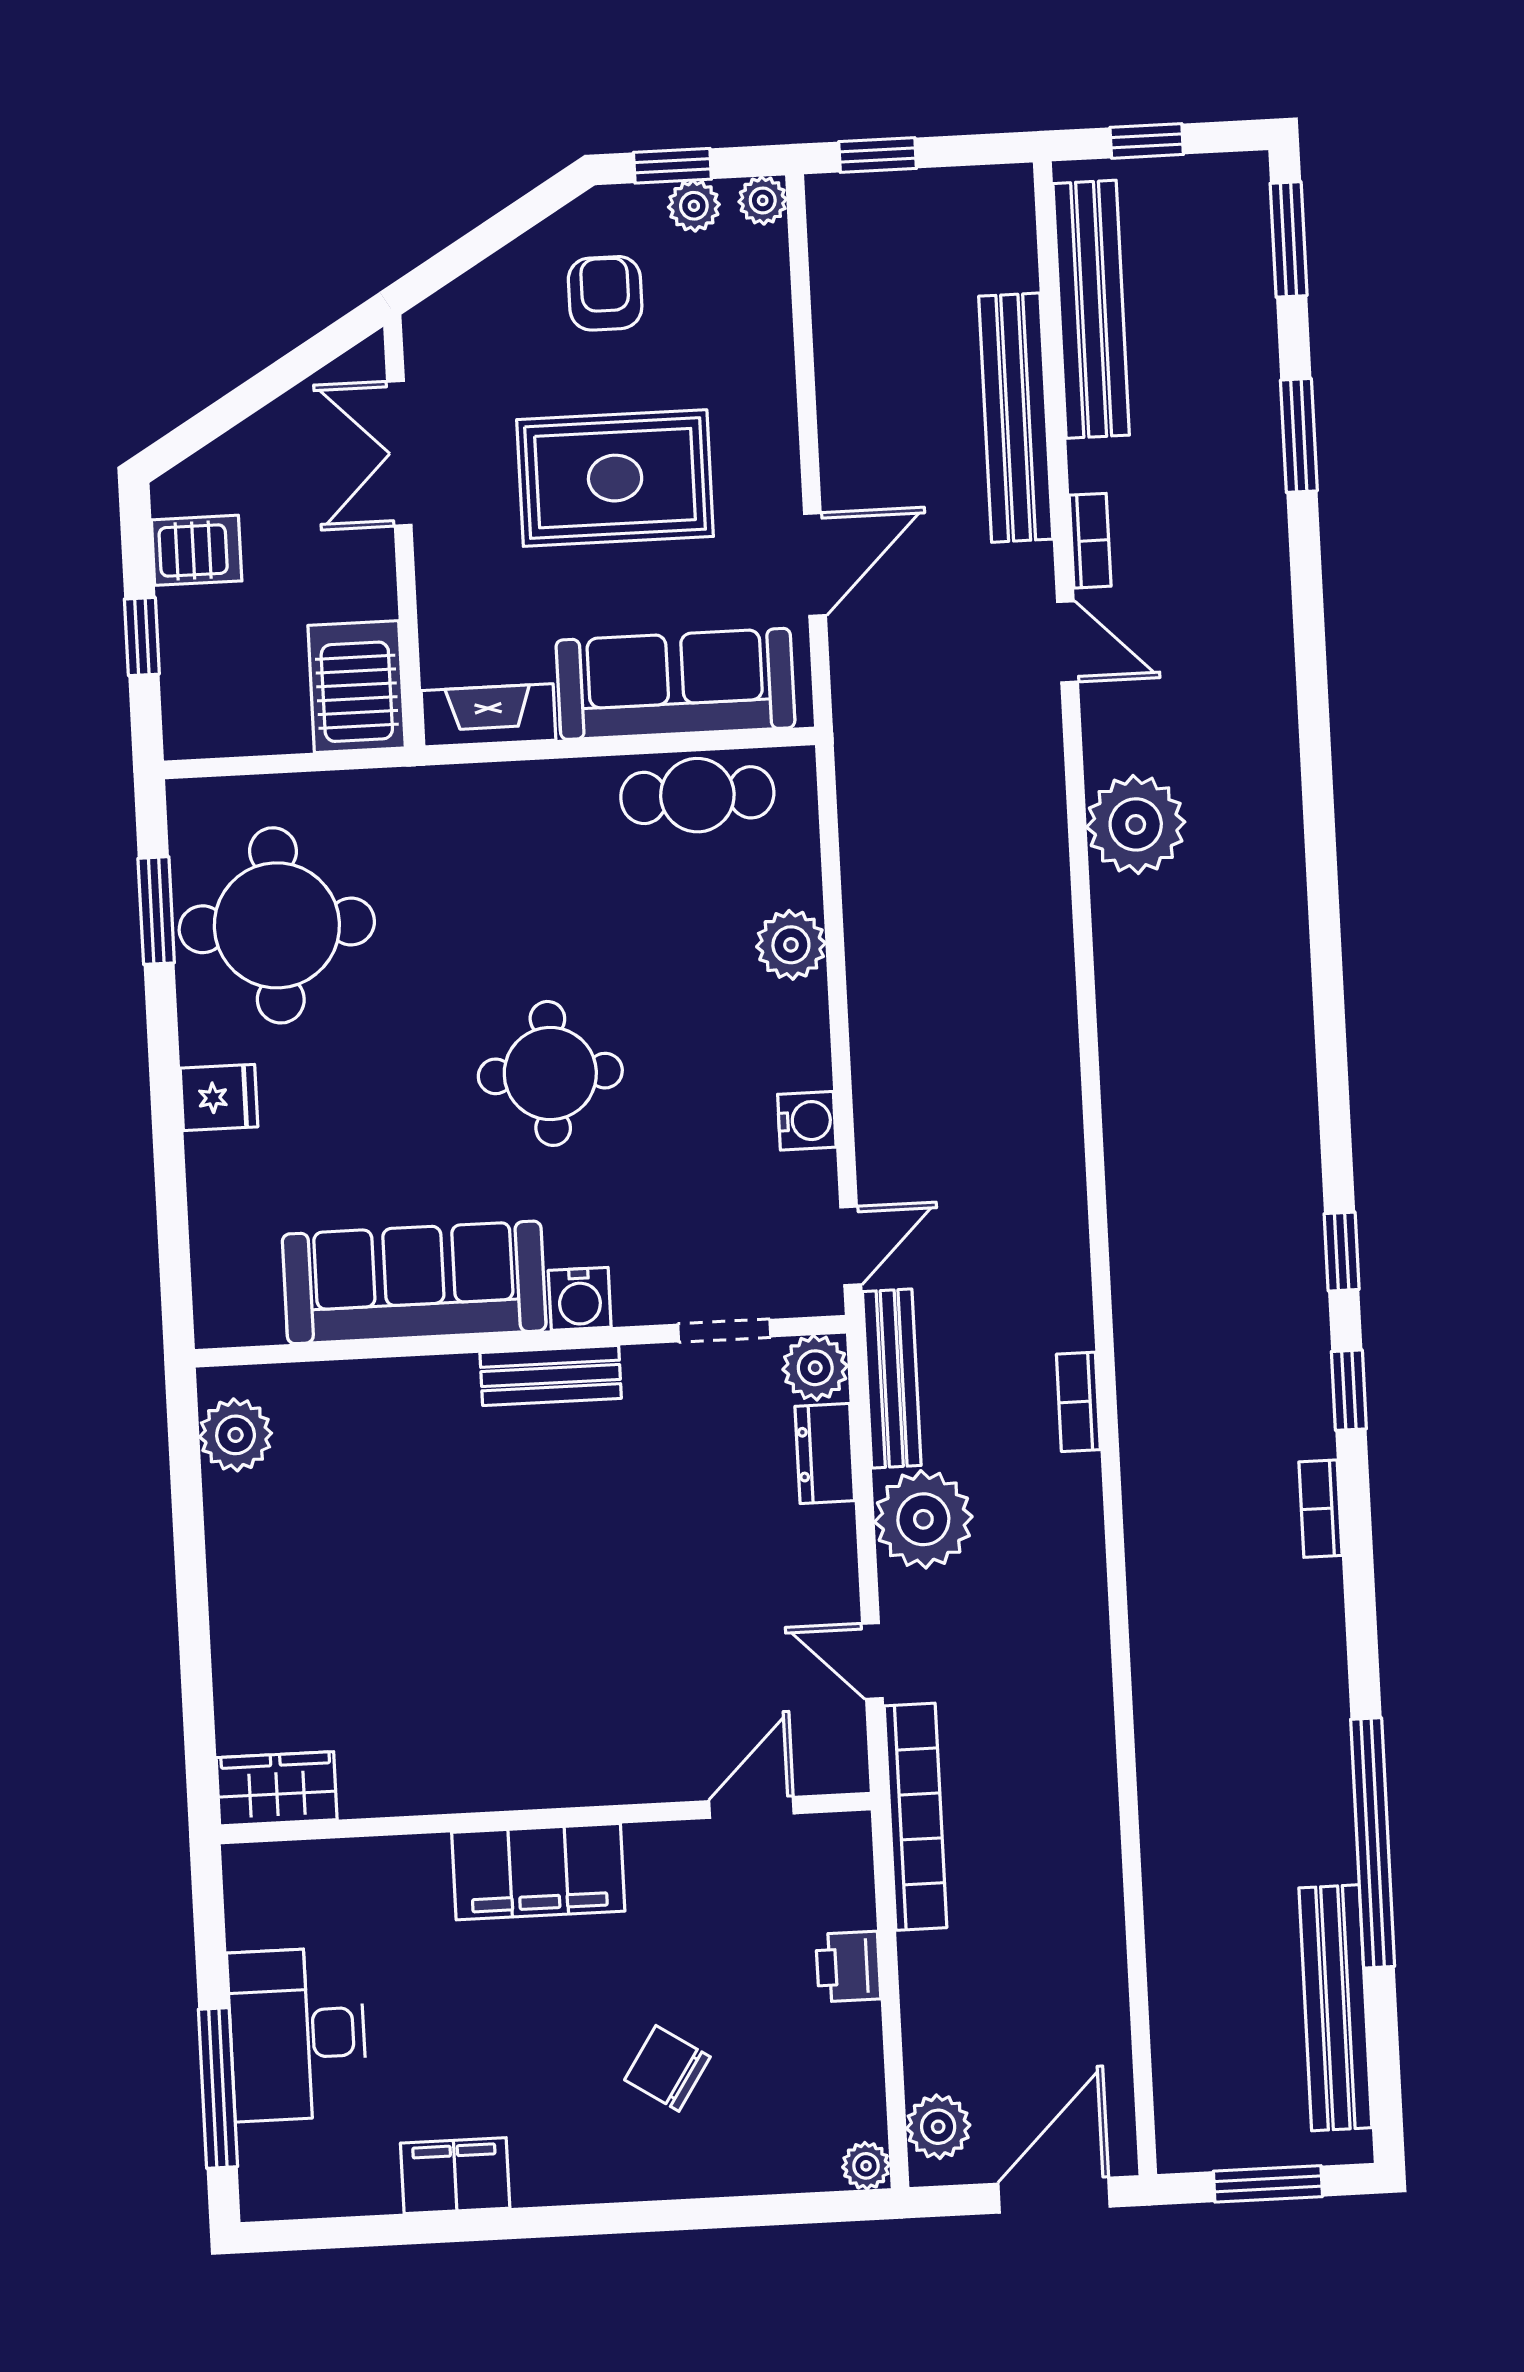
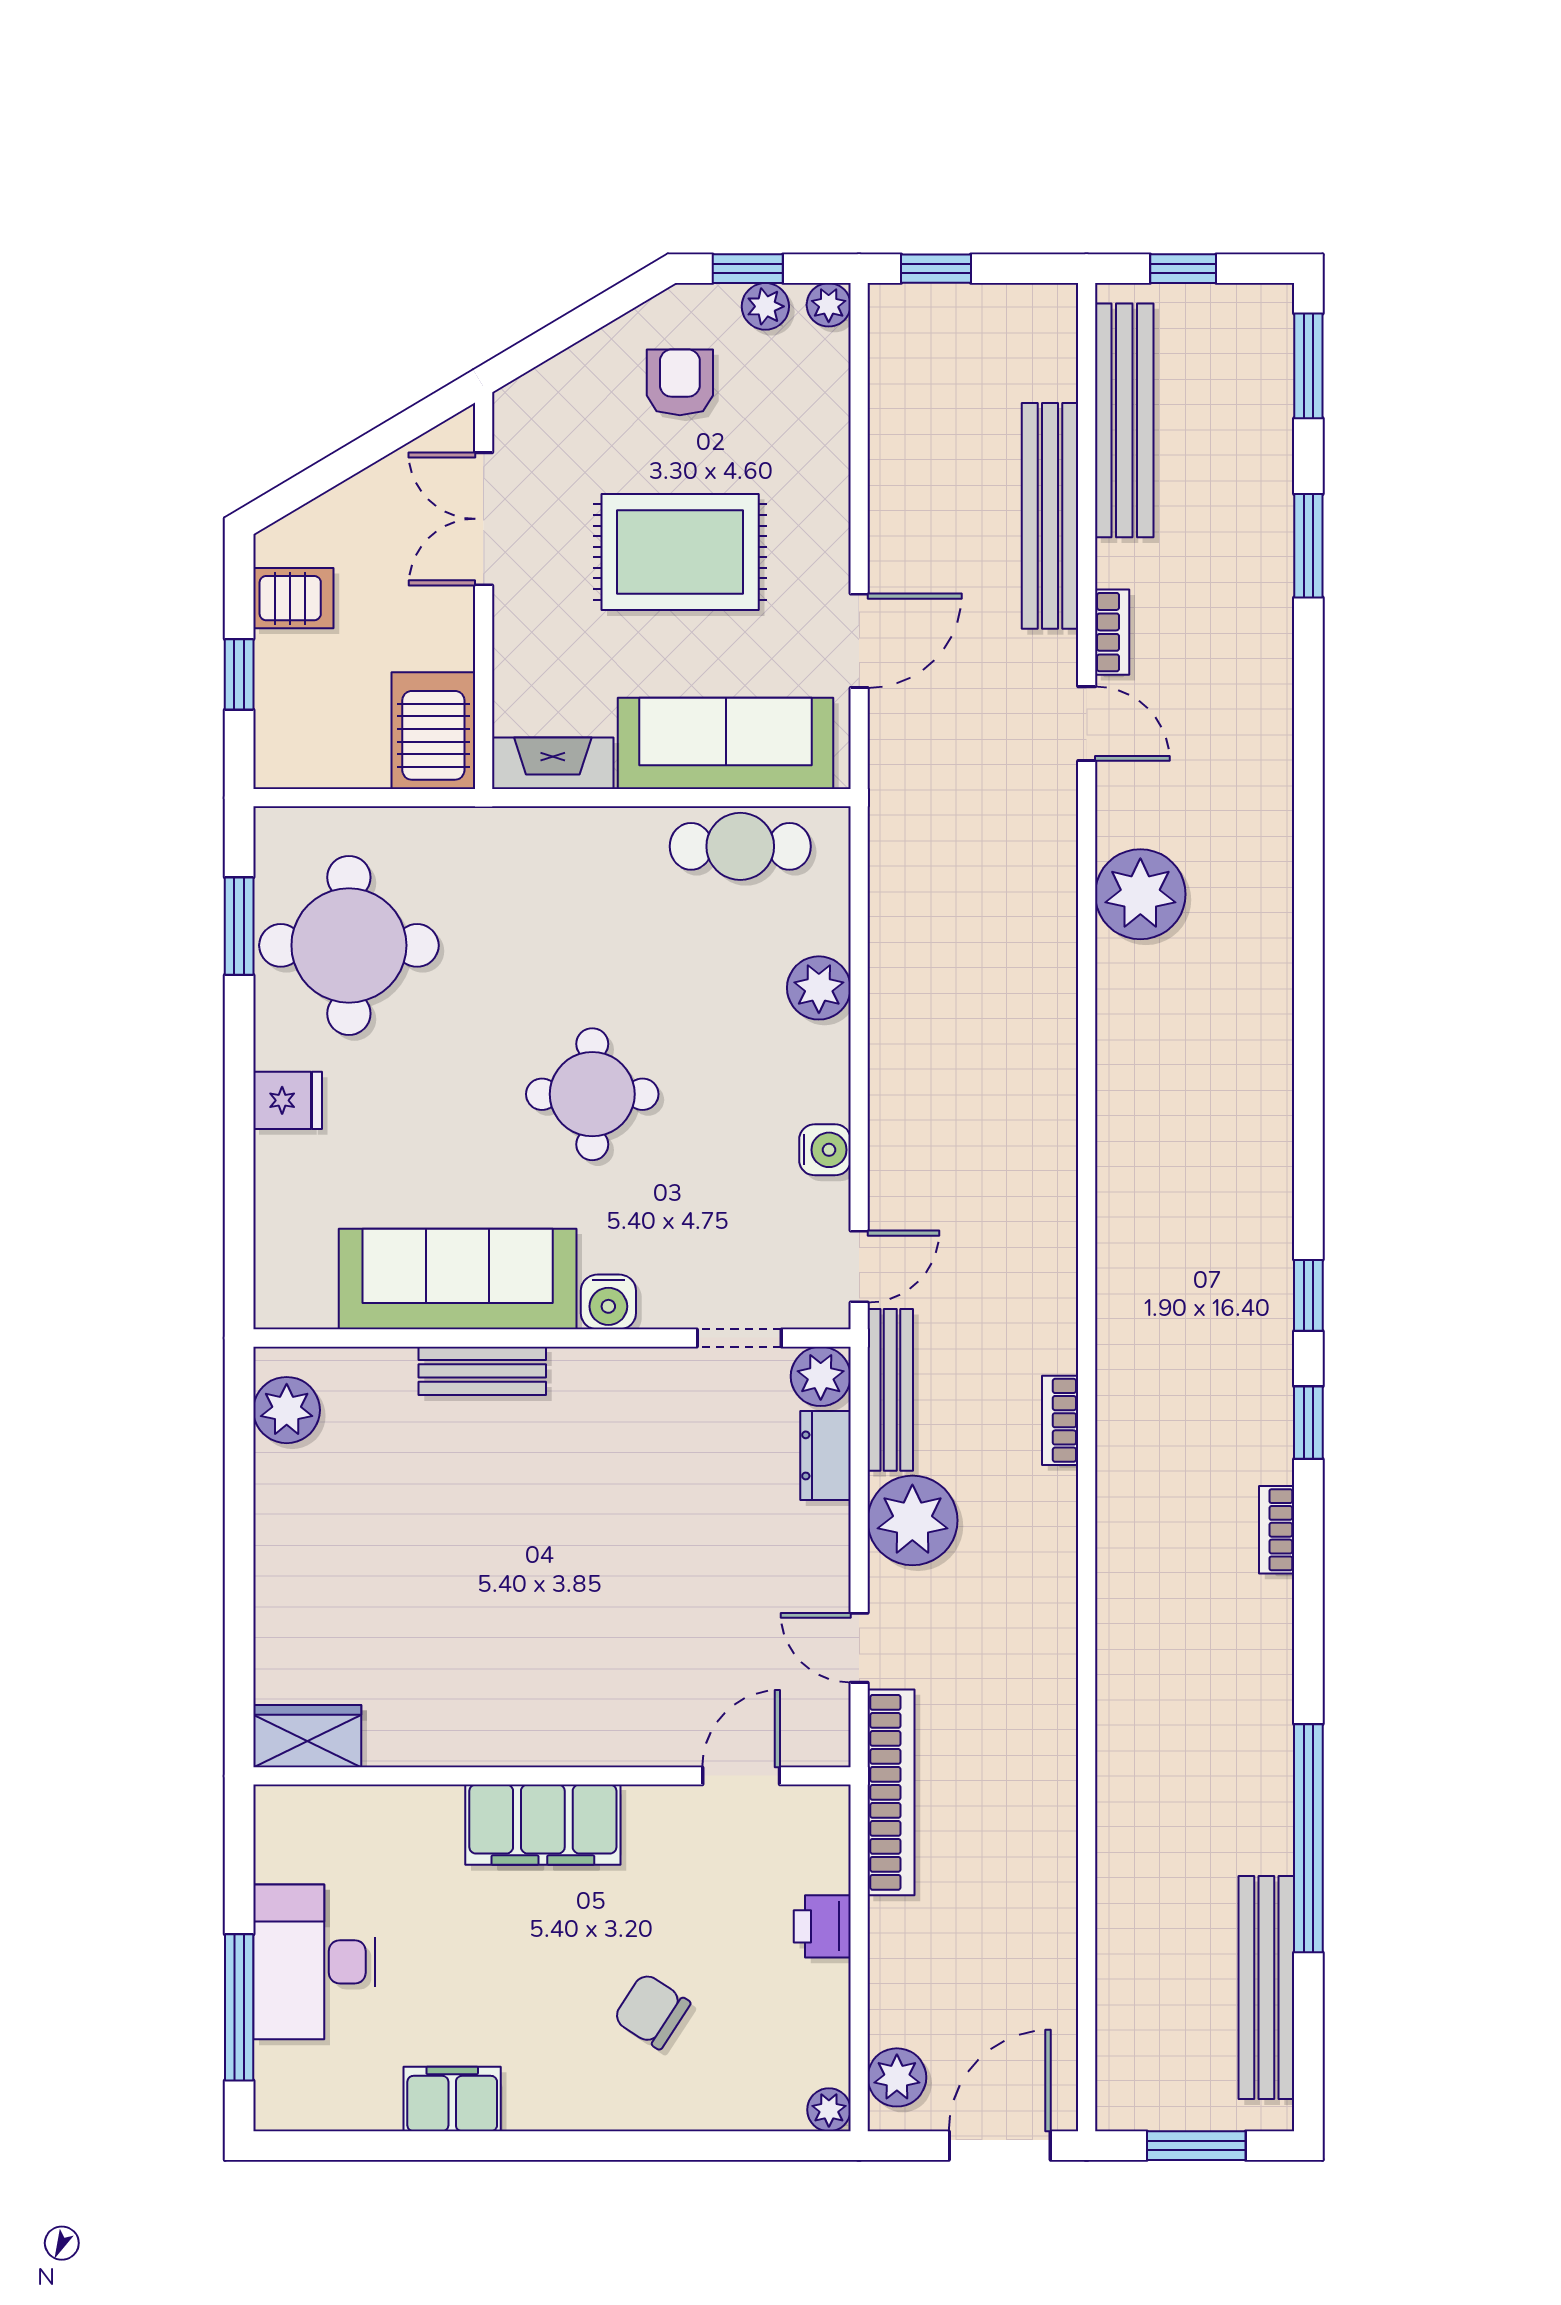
bench: (551, 1376) -> (482, 1371), moved

